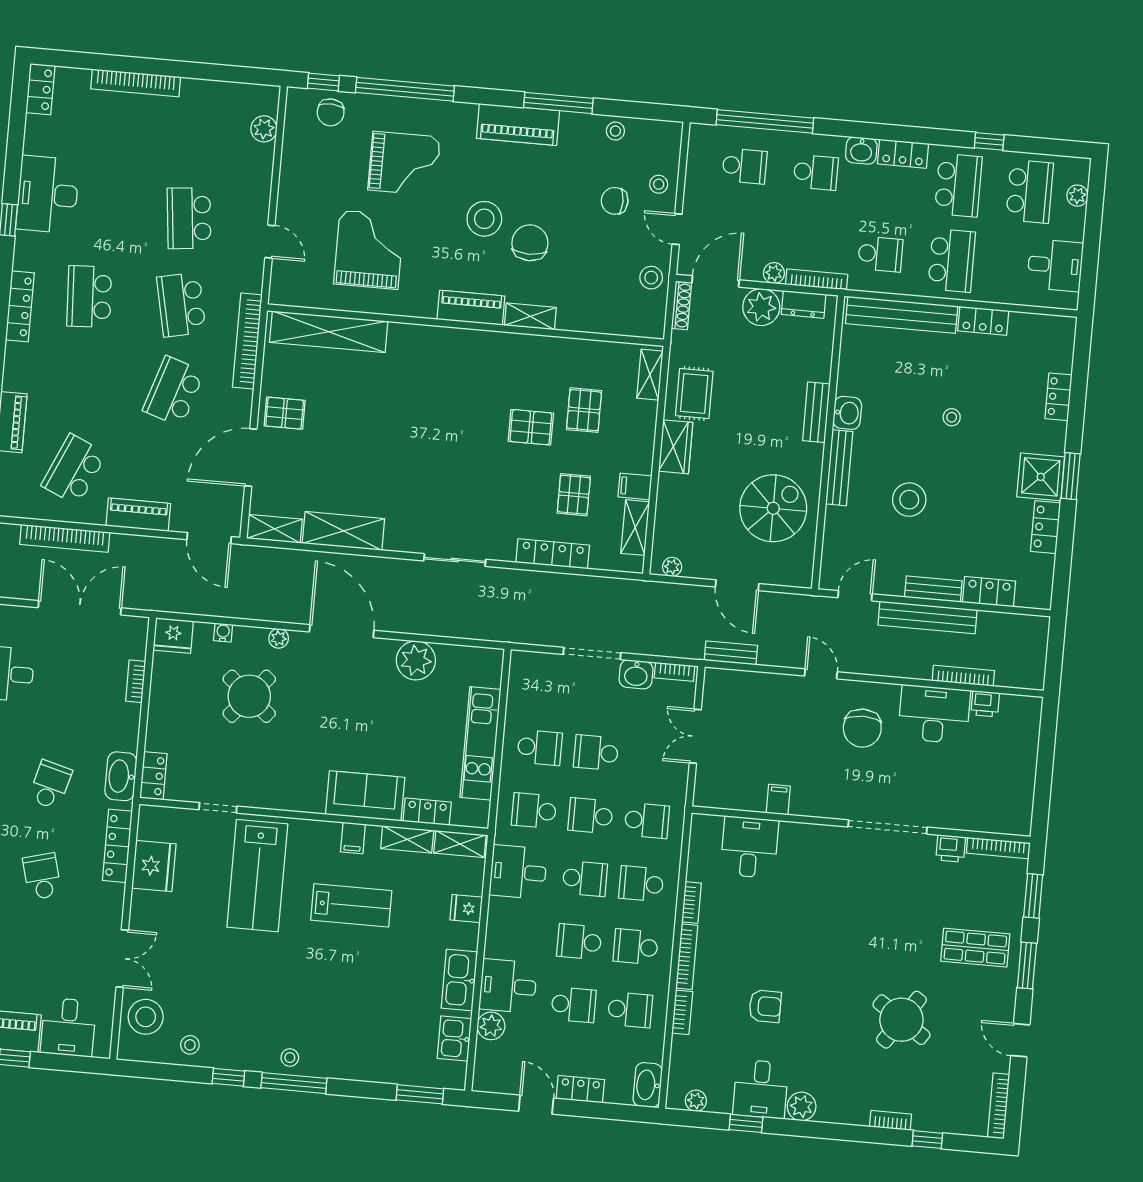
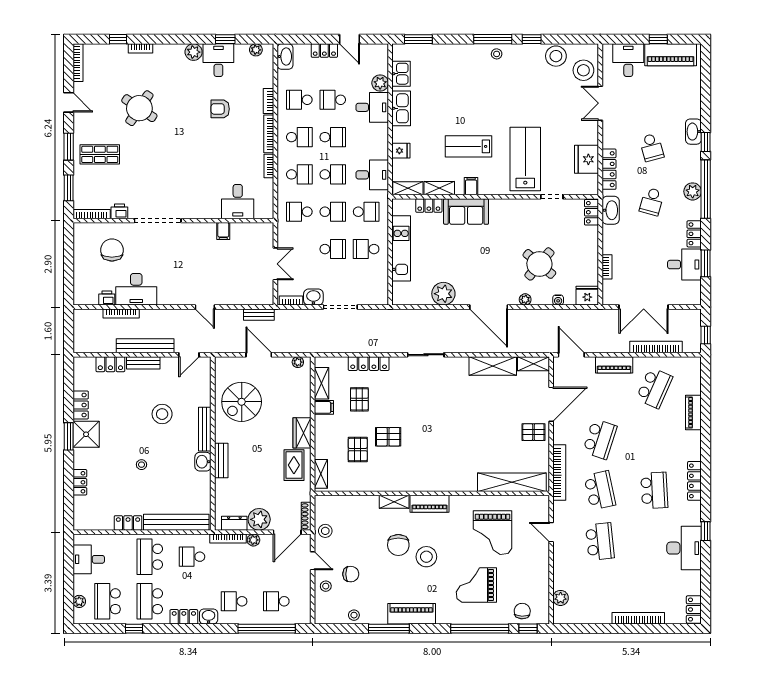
chair: (862, 728) -> (112, 250), moved
school desk: (585, 879) -> (333, 174), turned 180
stool: (190, 1045) -> (556, 56), width x1.89, depth x1.89

